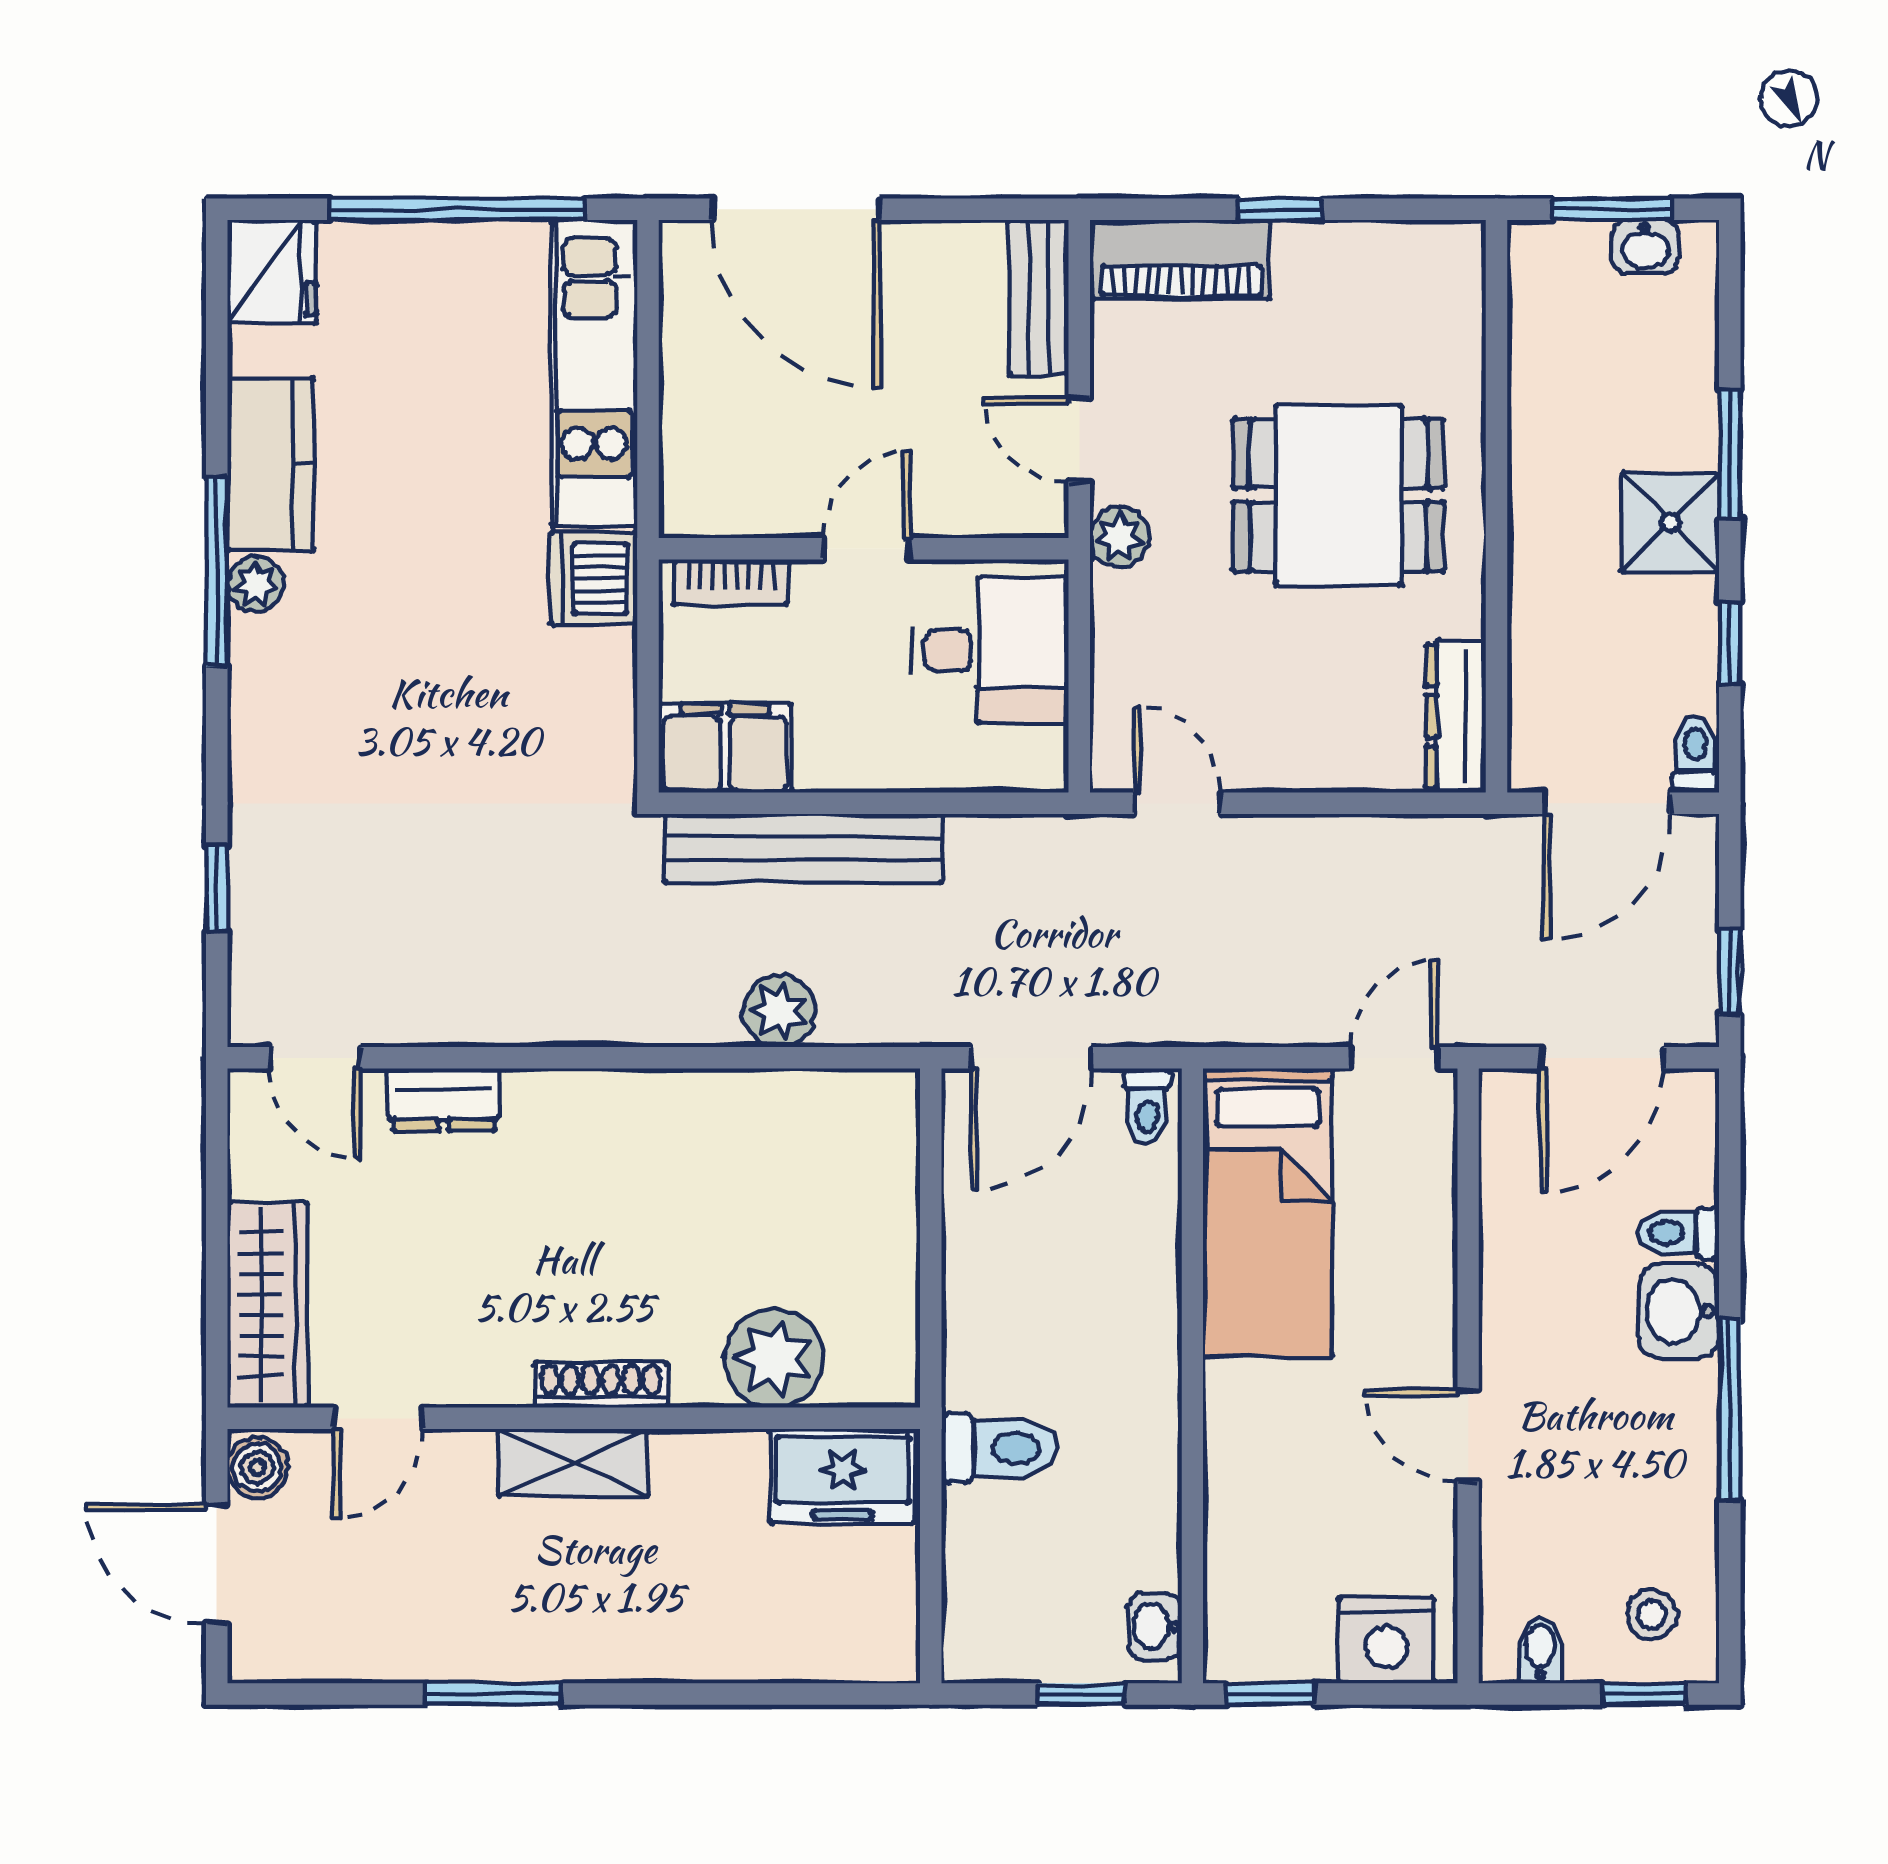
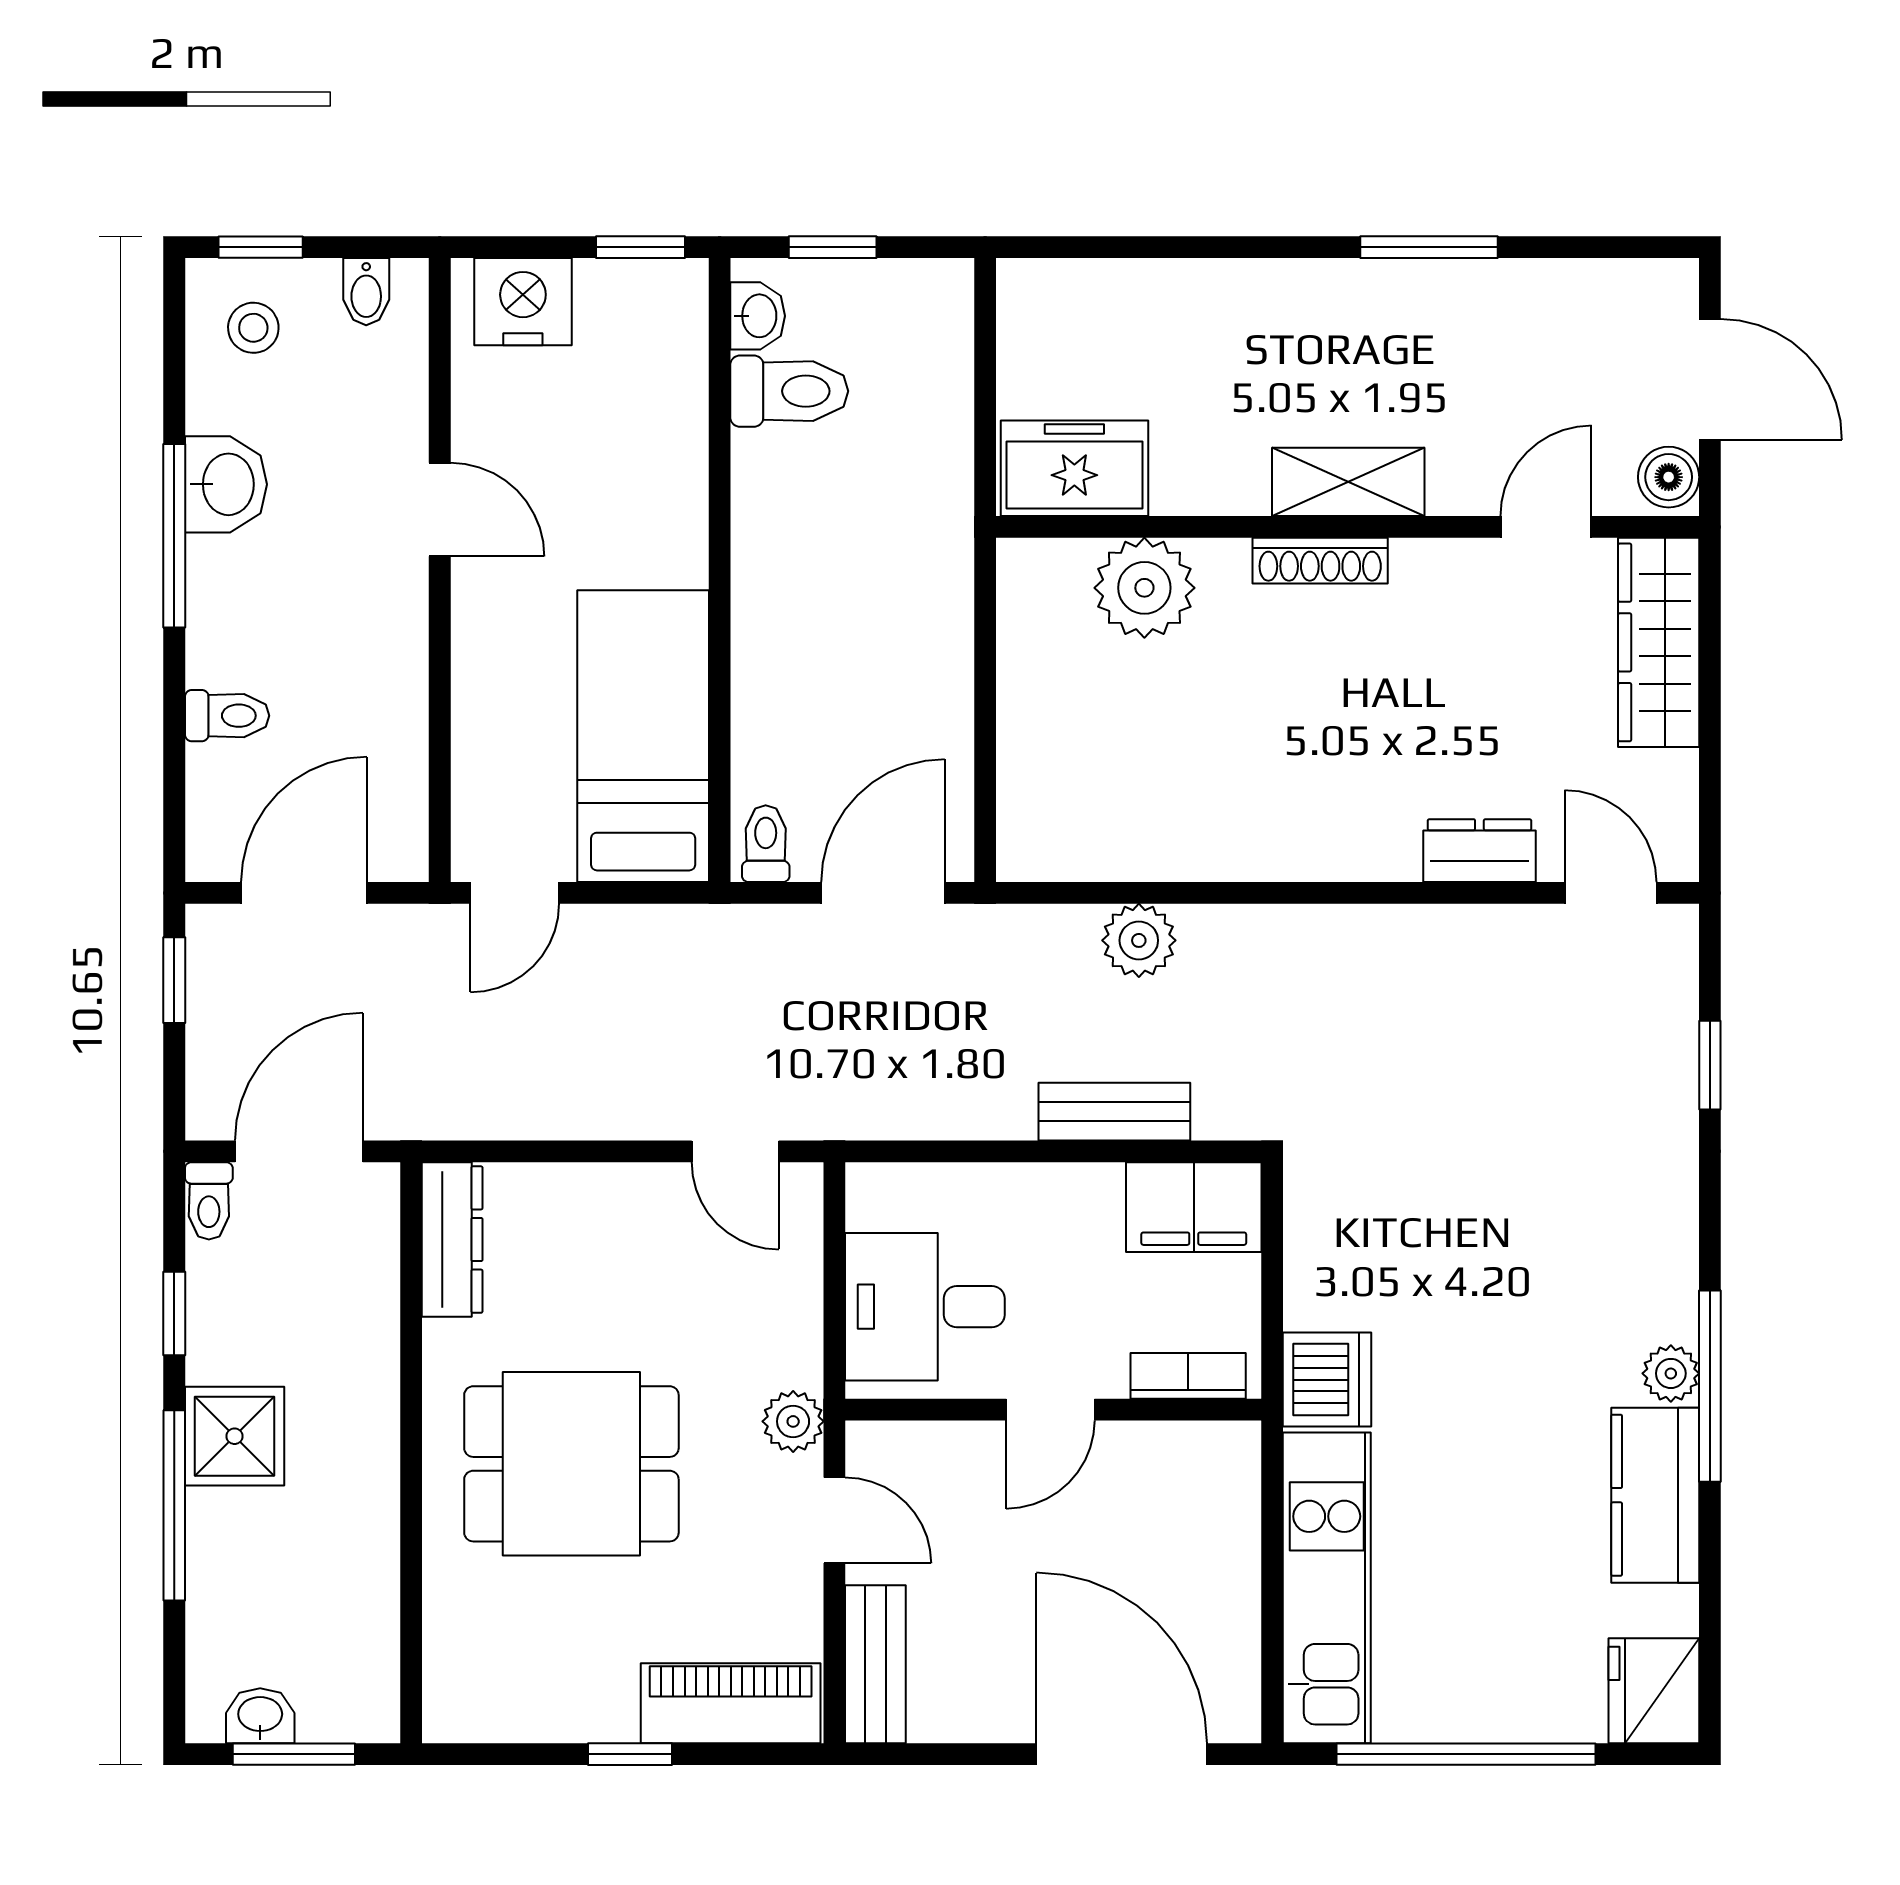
window: (1730, 454) -> (174, 1505), width x1.44
bench: (803, 848) -> (1114, 1112), width x0.54, depth x0.82
washbasin: (1679, 1311) -> (226, 484), moved
toilet: (999, 1448) -> (789, 391), moved, turned 180

